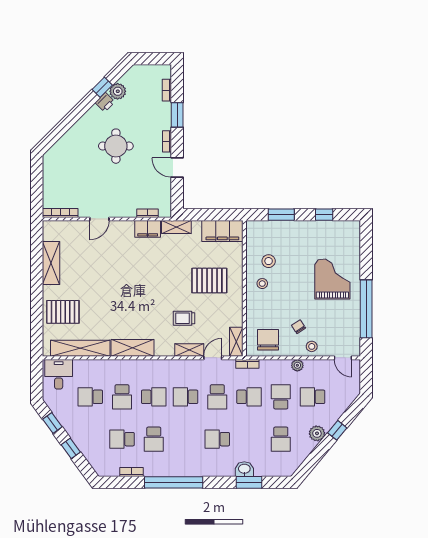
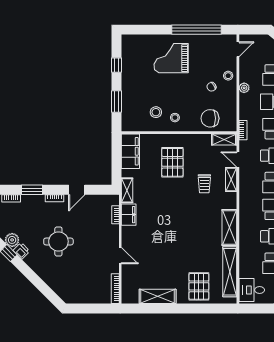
chair: (268, 340) -> (210, 118), moved

